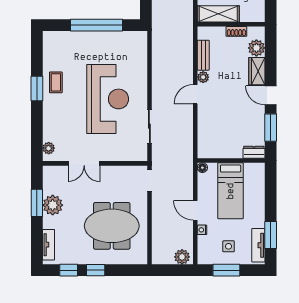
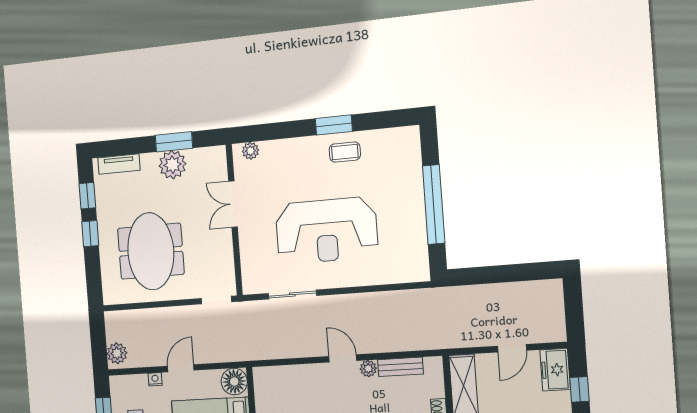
floor lamp: (202, 168) -> (234, 382), width x1.89, depth x1.89

